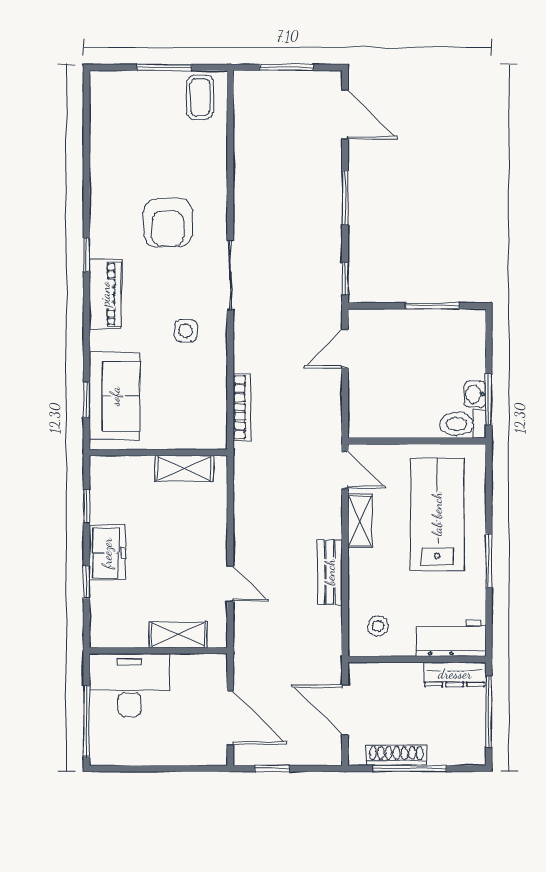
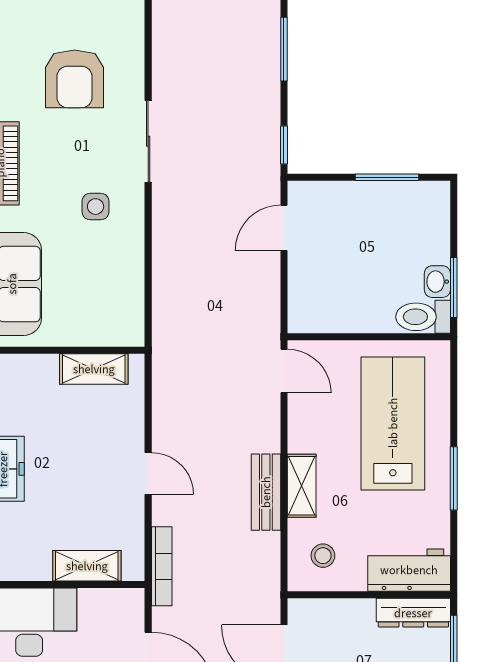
bookcase: (242, 407) -> (162, 566), moved
shelving: (360, 521) -> (302, 486), moved
door: (230, 584) -> (148, 474), moved

